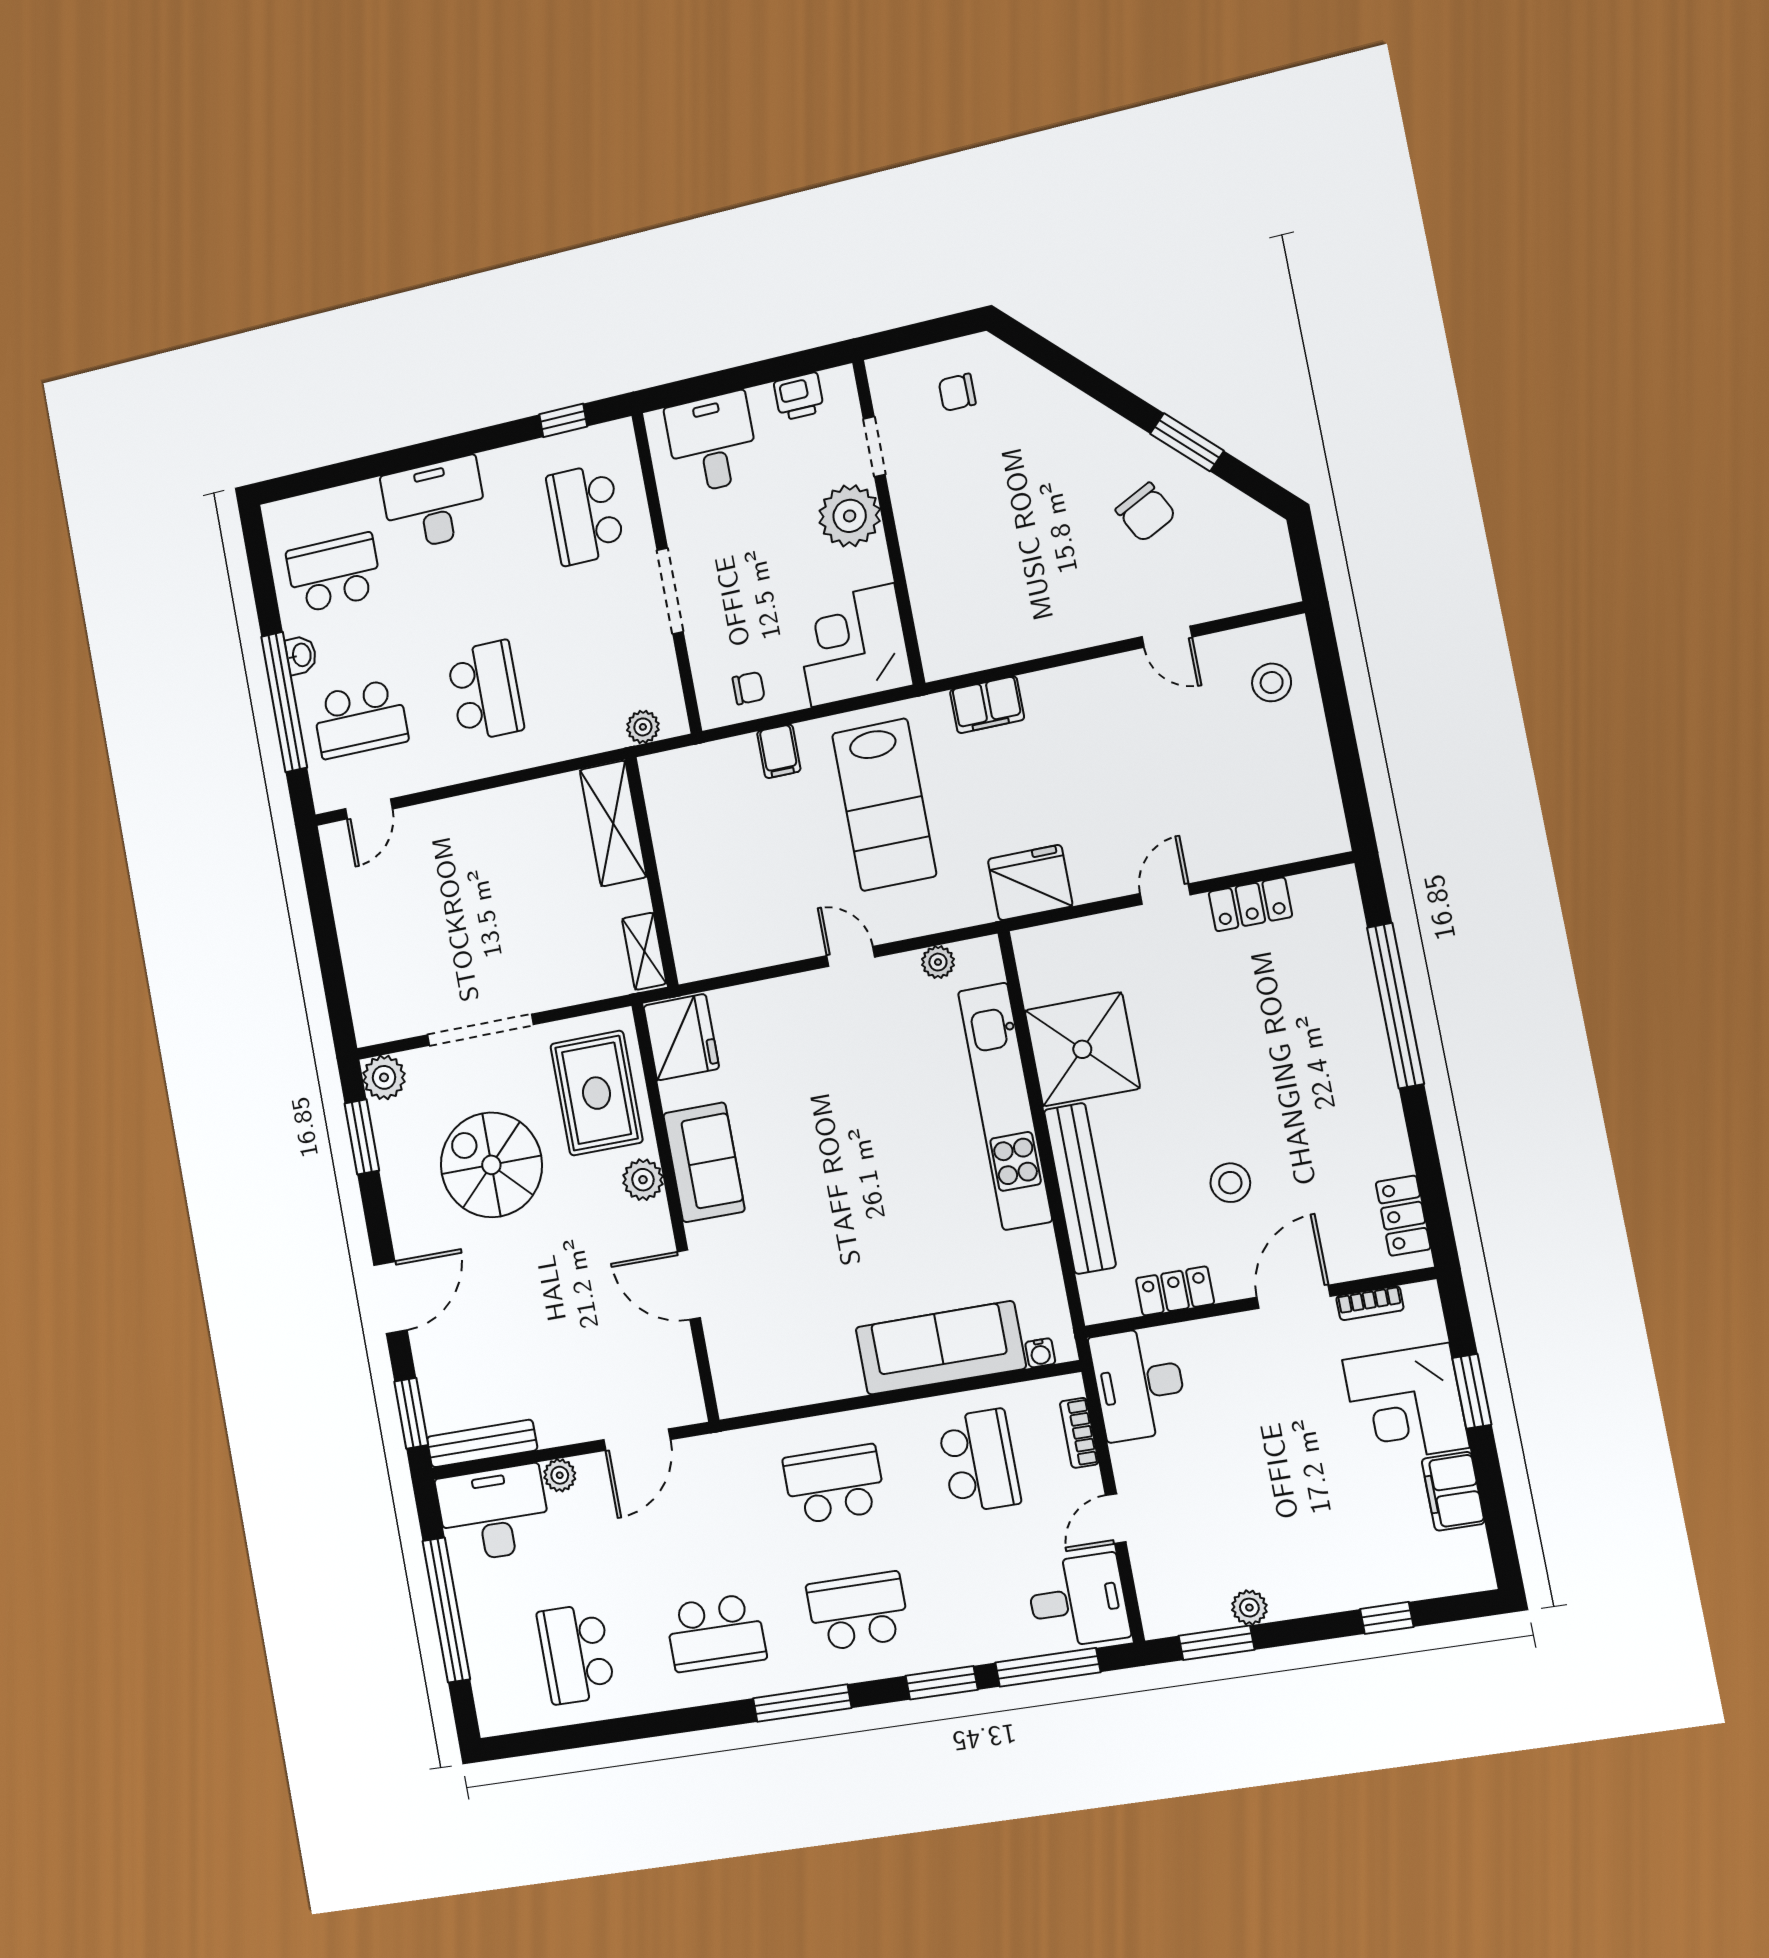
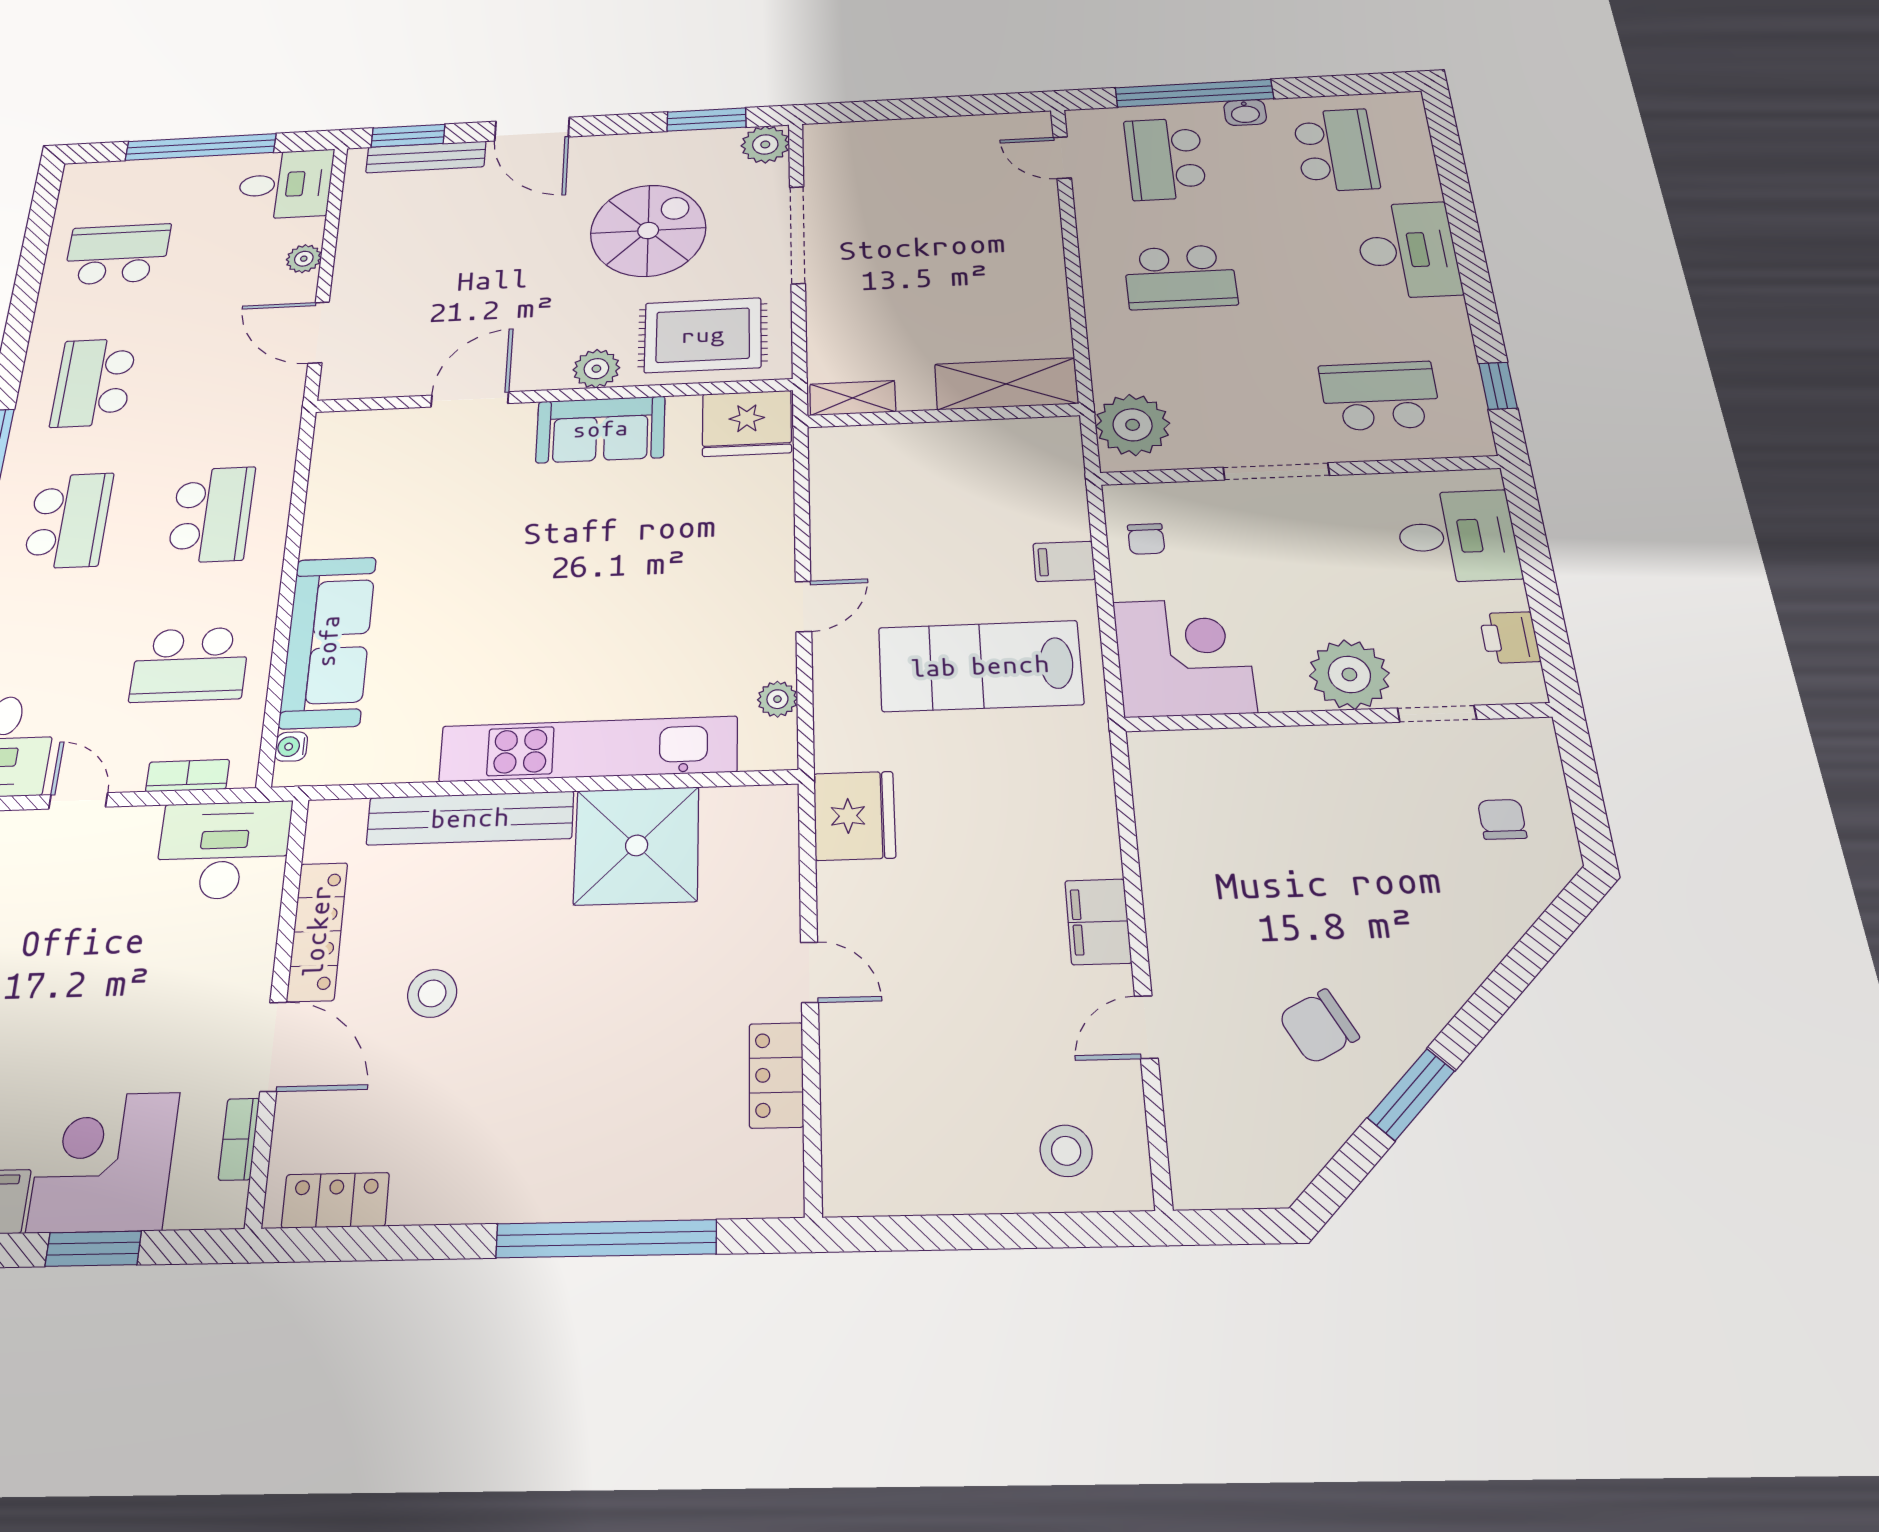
filing cabinet: (987, 705) -> (1098, 922), moved
plant: (643, 727) -> (1133, 425), width x1.87, depth x1.87
locker: (1175, 1291) -> (317, 931), width x1.53
bench: (482, 1443) -> (426, 157), moved, turned 90
desk: (494, 1513) -> (285, 184), width x0.73

